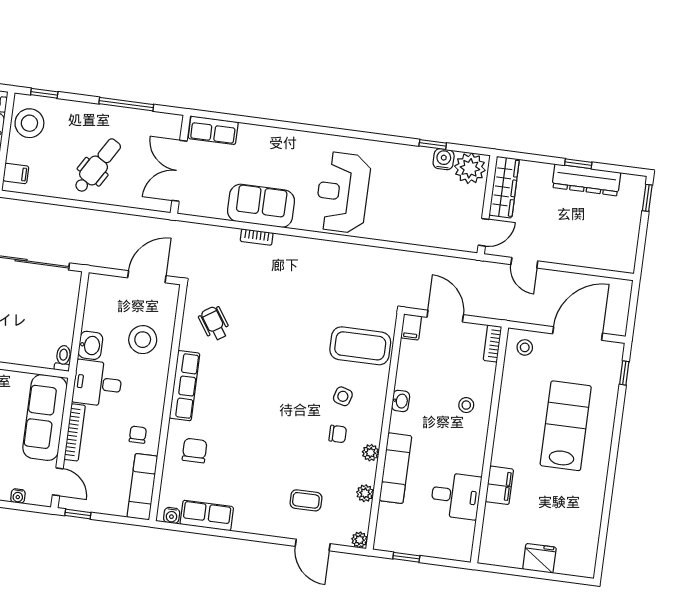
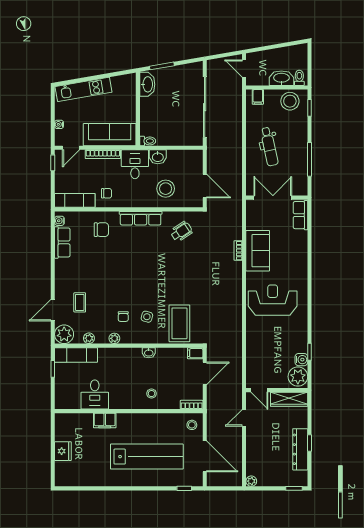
dental chair: (97, 166) -> (269, 147), turned 47
plant: (627, 264) -> (251, 481), added
lab bench: (566, 426) -> (147, 457), width x1.36
exam couch: (395, 468) -> (76, 355), moved
plant: (359, 540) -> (64, 334), width x1.88, depth x1.88

